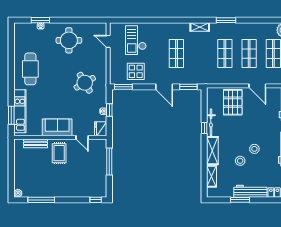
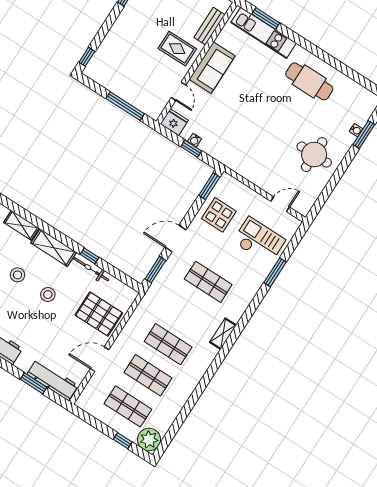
window: (226, 20) -> (275, 272), moved
round table: (85, 83) -> (247, 140), removed
door: (82, 137) -> (179, 91), swing flipped
stool: (254, 149) -> (48, 295), moved

